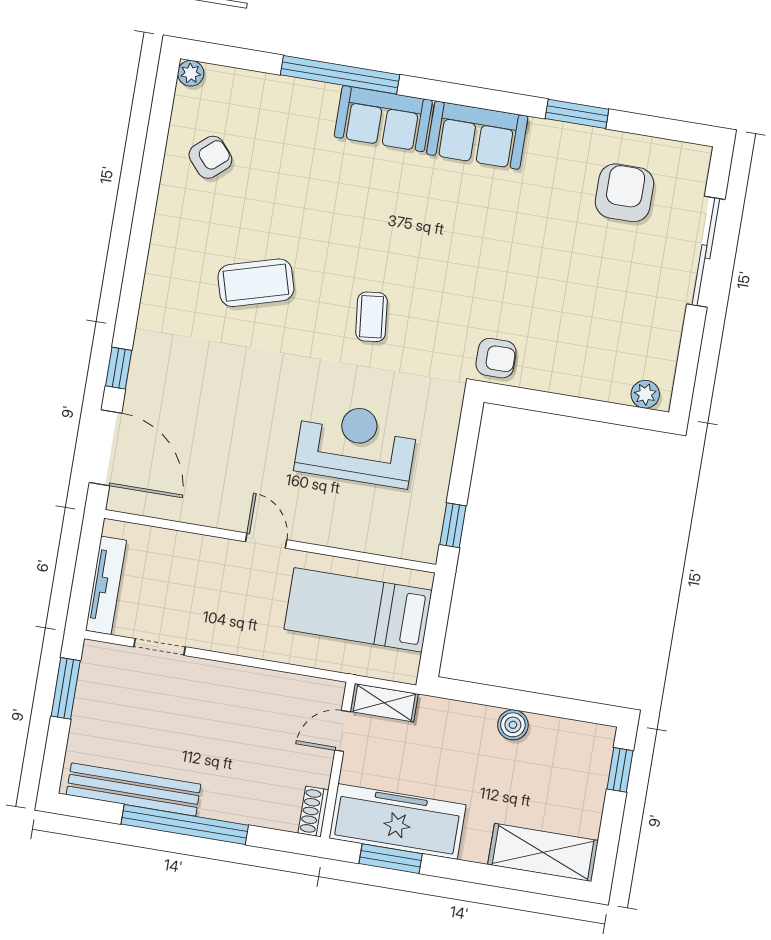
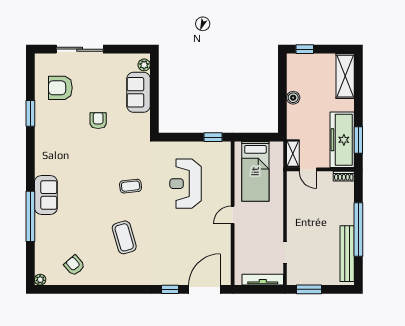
sofa: (477, 135) -> (138, 92), moved, turned 180
armchair: (496, 358) -> (98, 121), moved

